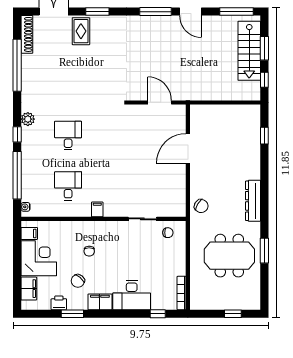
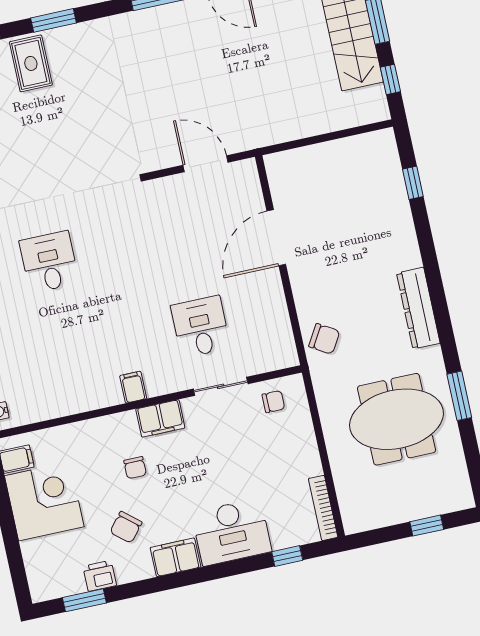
desk: (68, 186) -> (201, 327), moved
filing cabinet: (29, 289) -> (160, 418), moved, turned 90
window: (72, 314) -> (84, 600), moved

